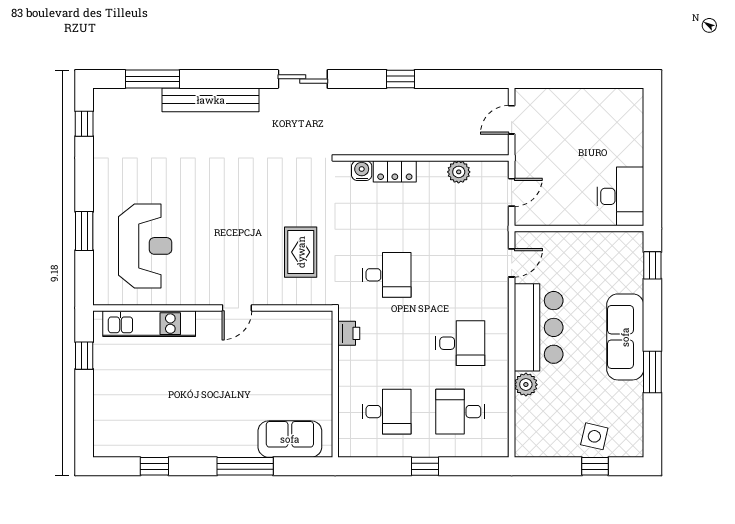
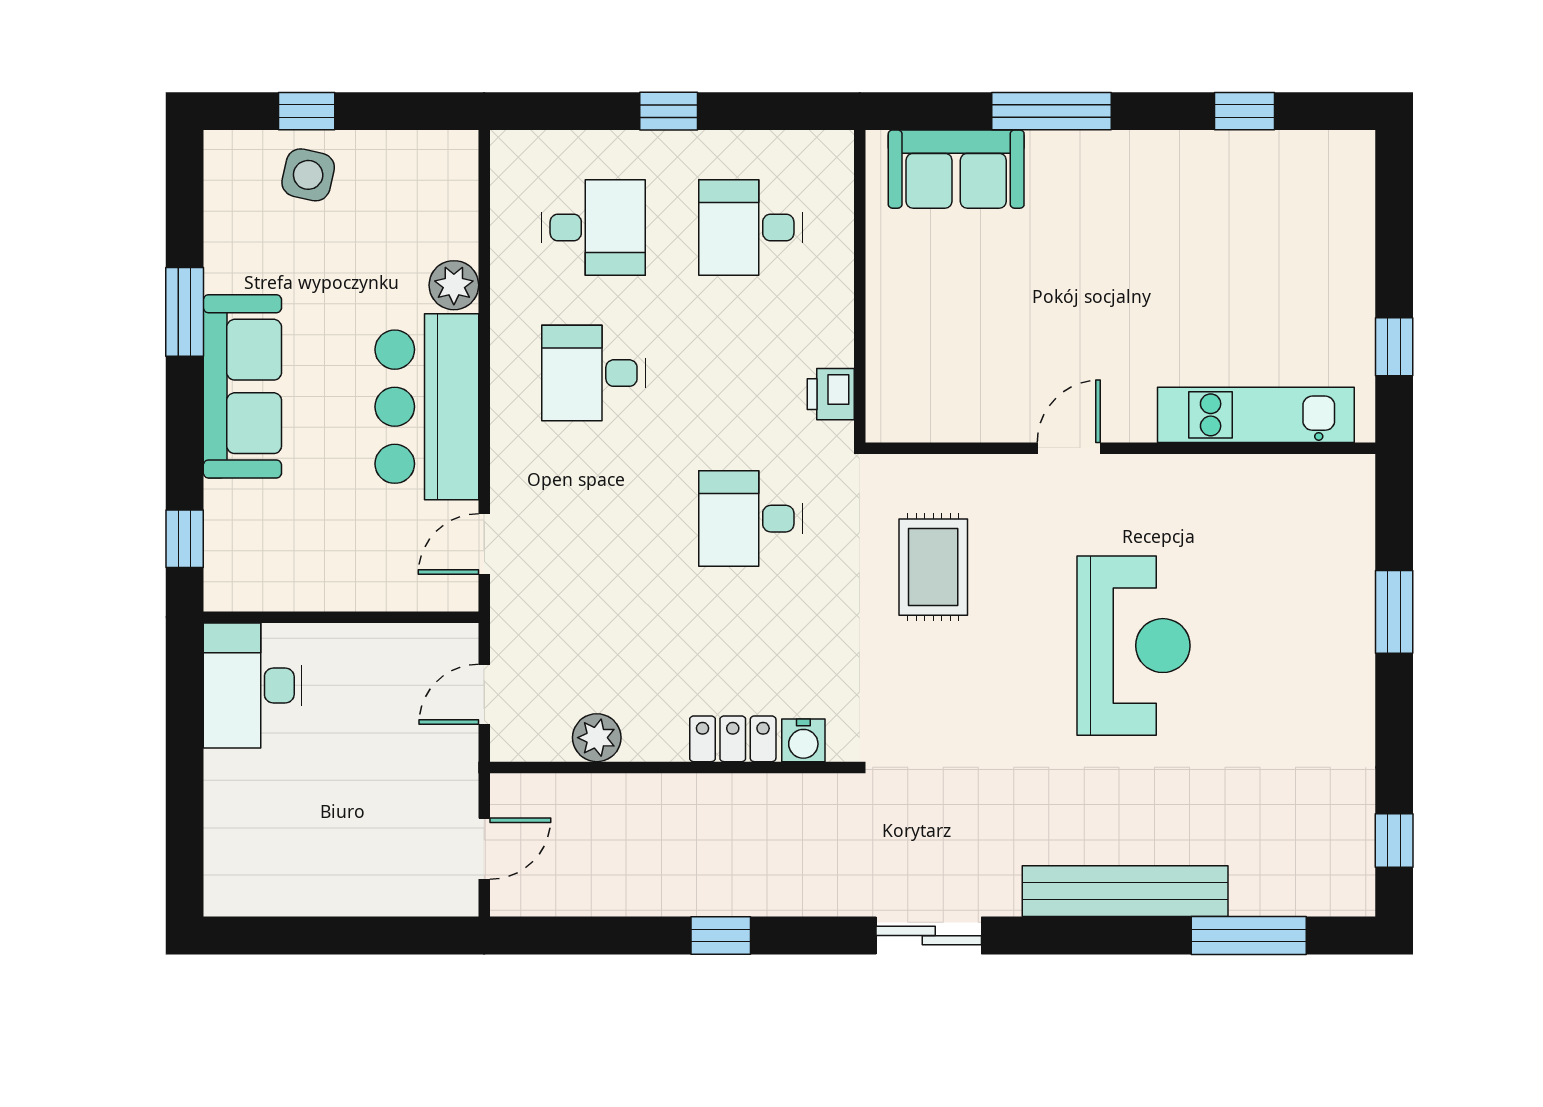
reception desk: (145, 246) -> (1134, 646), moved, turned 180

